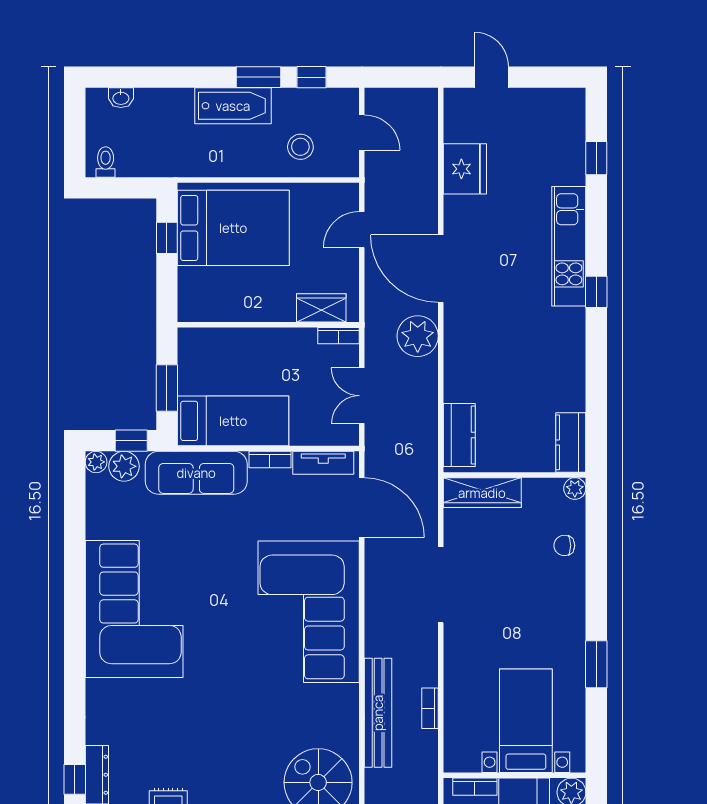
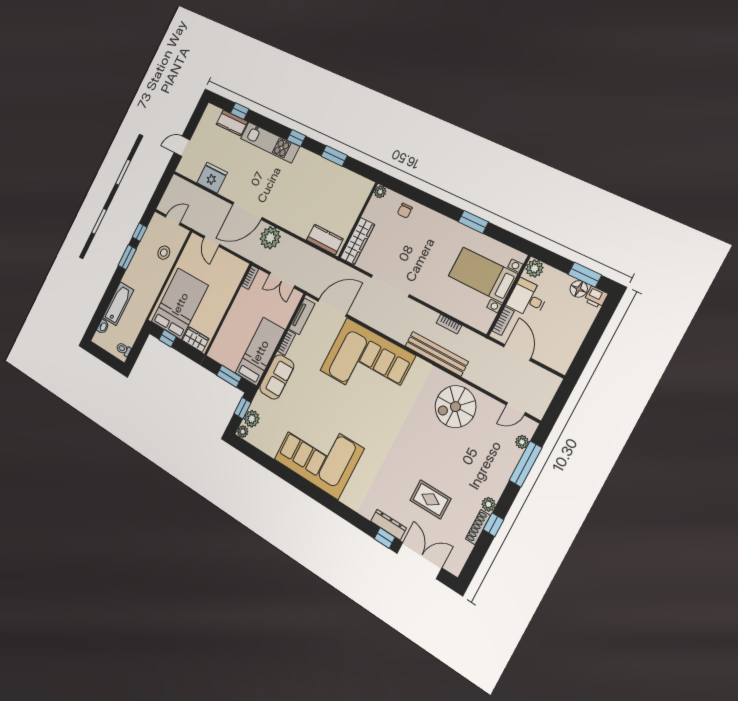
bathtub: (233, 106) -> (118, 304), moved
wardrobe: (321, 308) -> (195, 340), moved, turned 90
window: (596, 377) -> (334, 156), added
kitchen counter: (571, 442) -> (232, 123), moved
sofa: (196, 473) -> (277, 377), width x0.73

